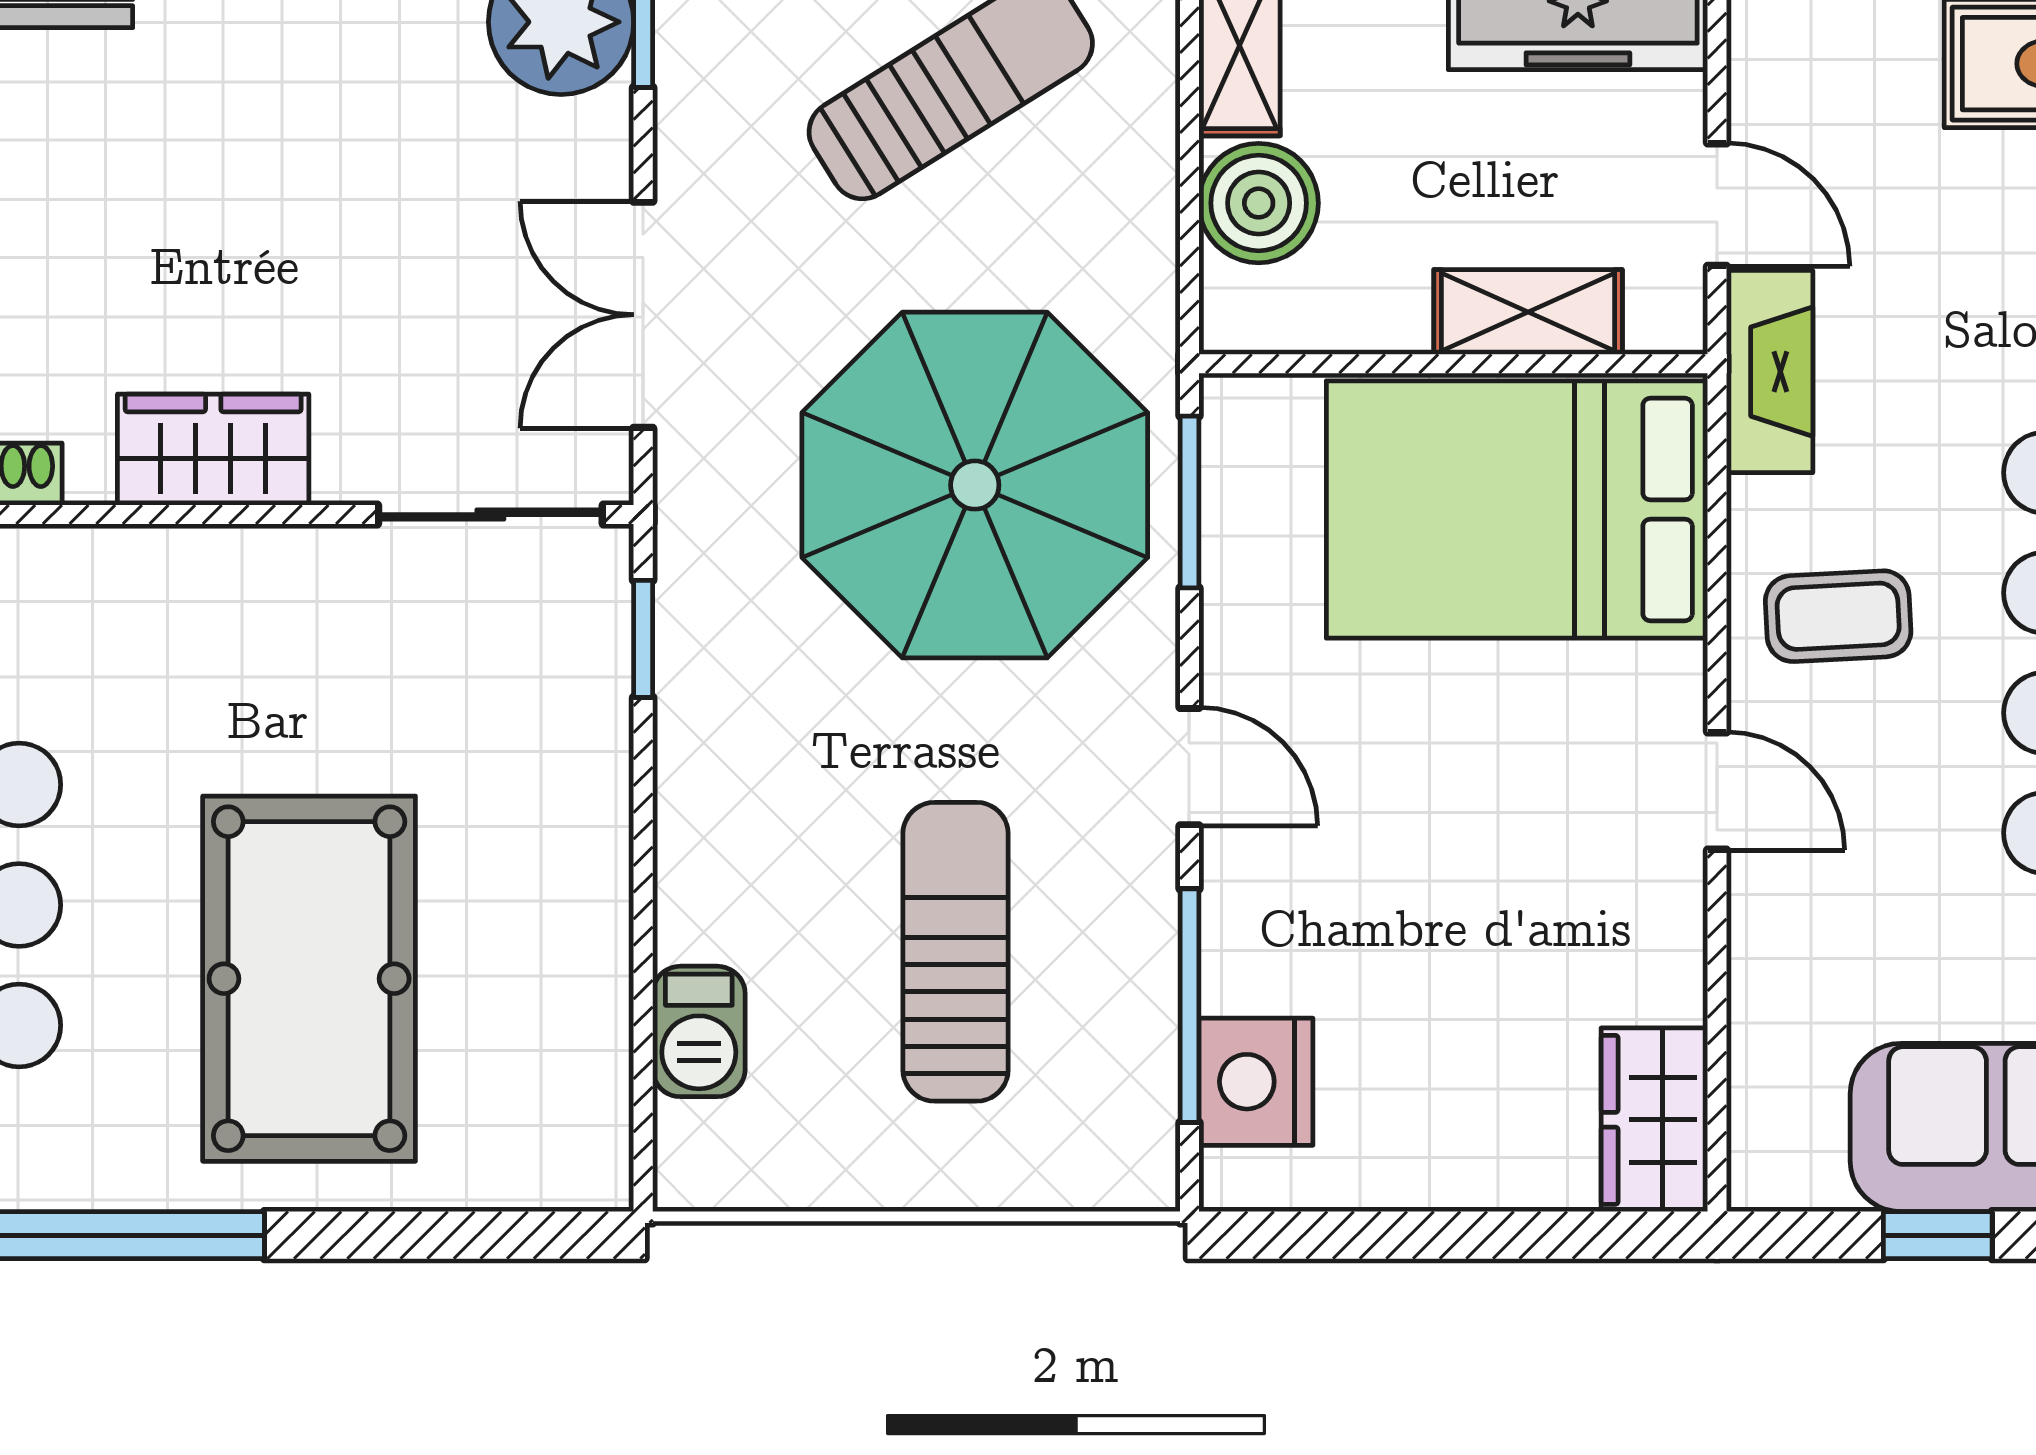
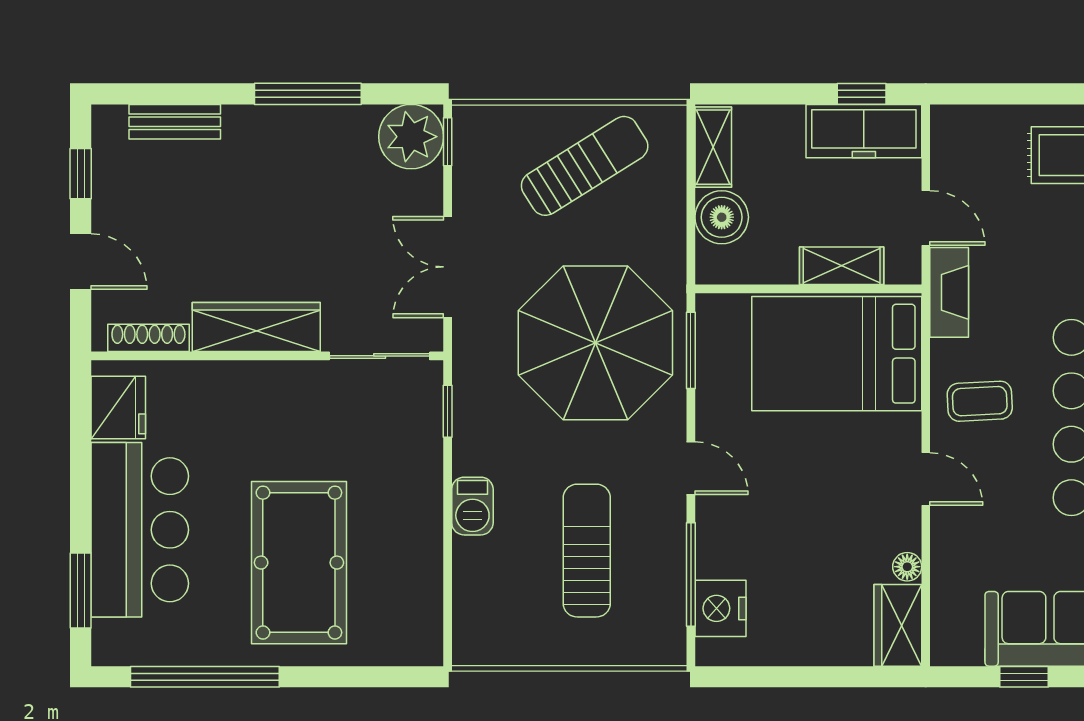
wardrobe: (213, 450) -> (256, 327), width x1.50
floor lamp: (1675, 988) -> (907, 567), added
barbecue: (699, 1031) -> (472, 506), moved

